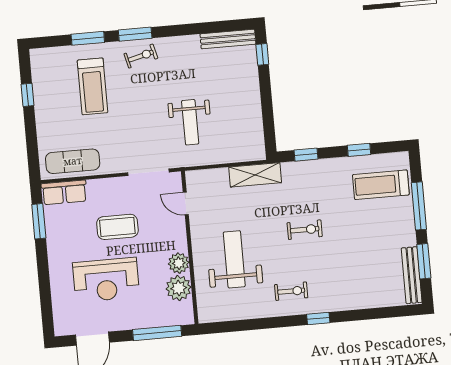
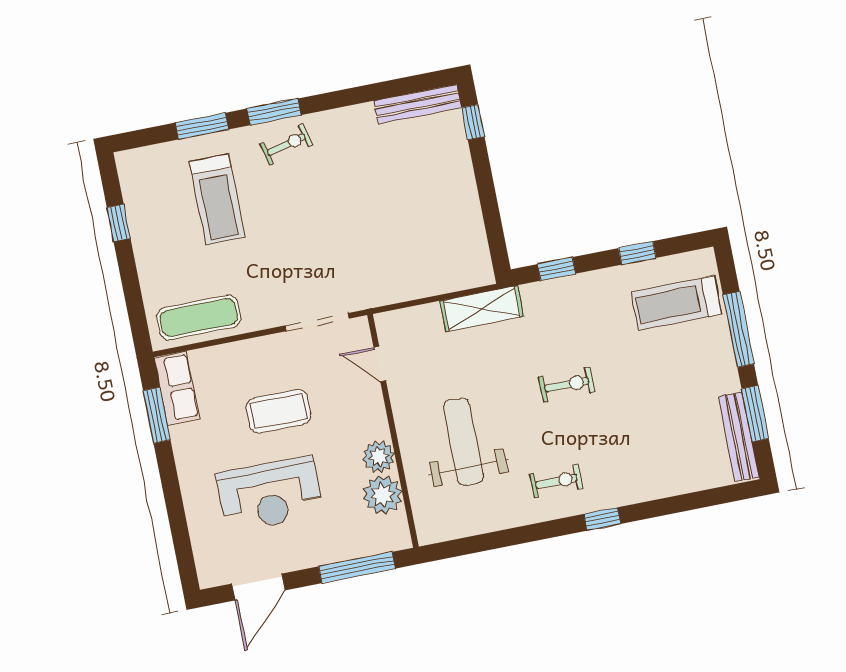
weight bench: (190, 122) -> (373, 238), removed
row of seats: (64, 192) -> (177, 388), moved, turned -90

